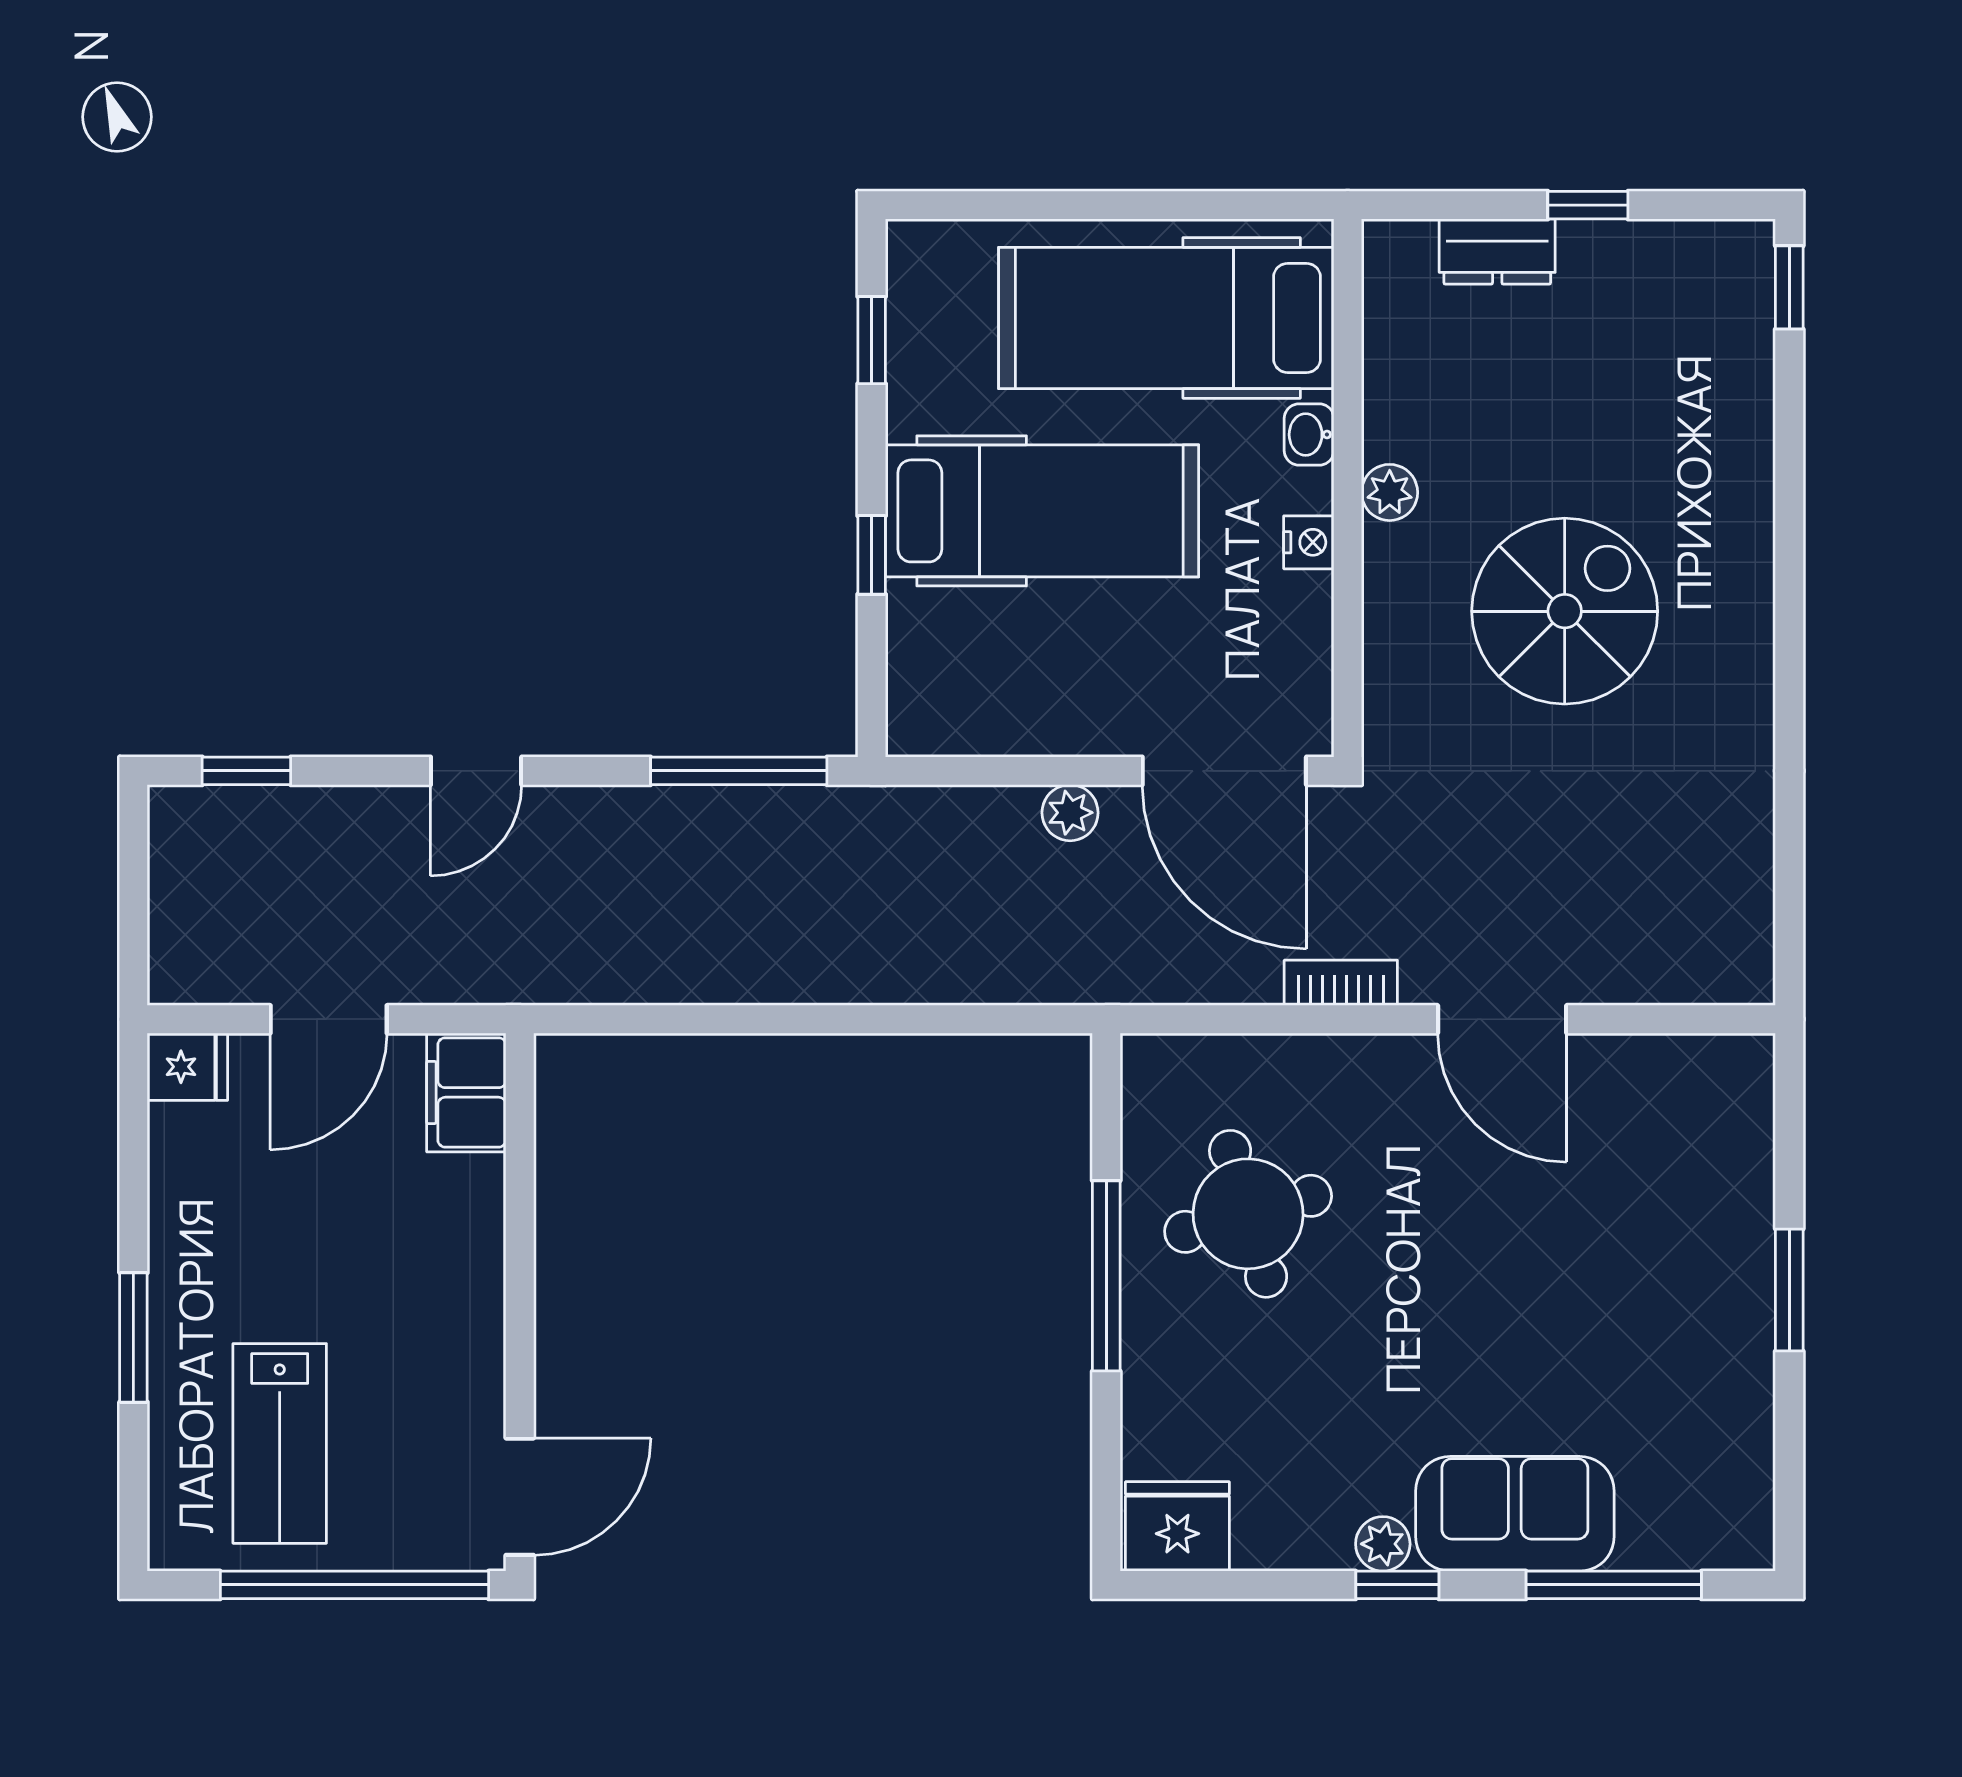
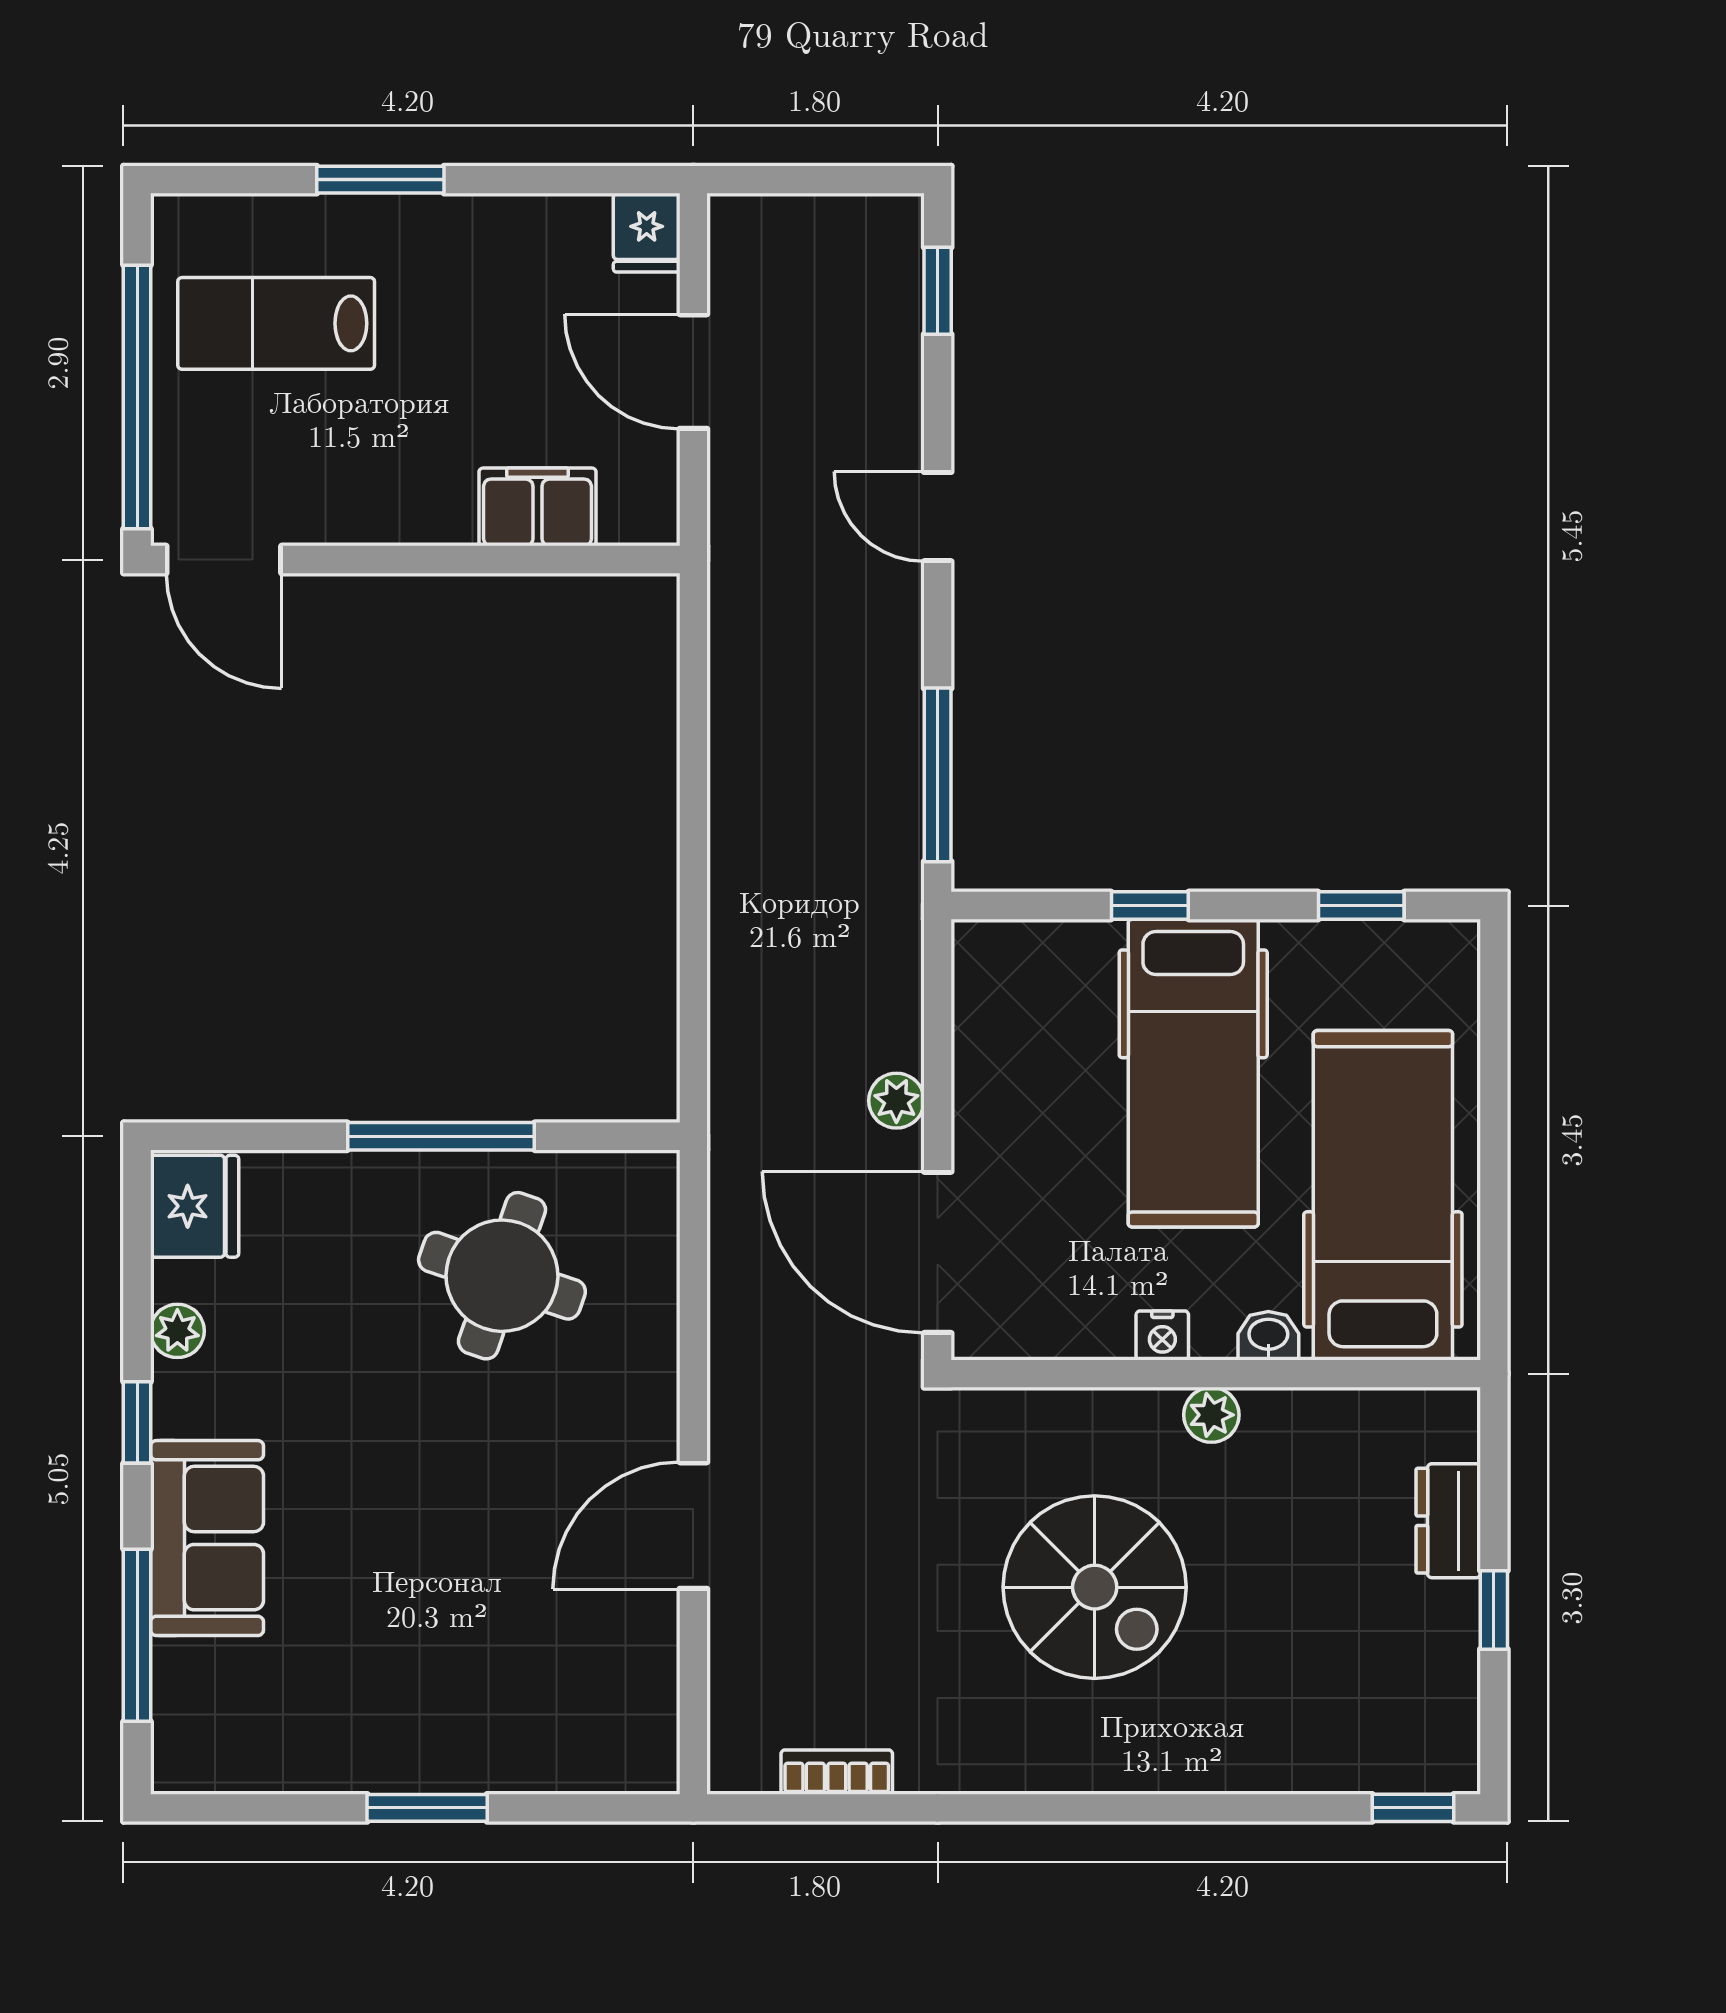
door: (1224, 771) -> (938, 1252), hinge flipped
bookcase: (1341, 983) -> (837, 1772), moved, turned -90
filing cabinet: (466, 1092) -> (537, 507), moved
round table: (1248, 1214) -> (502, 1276), turned 35
plant: (1383, 1544) -> (177, 1331), moved

